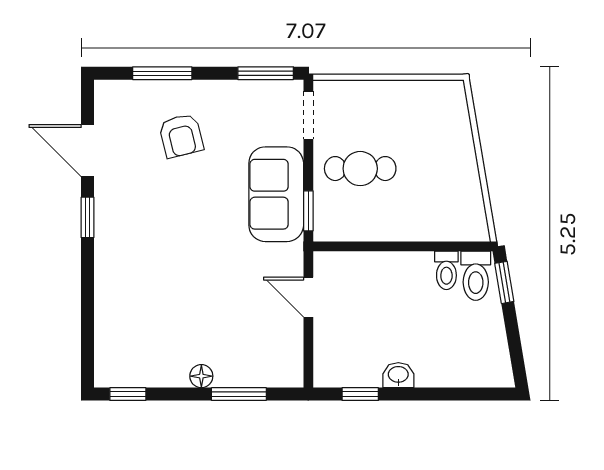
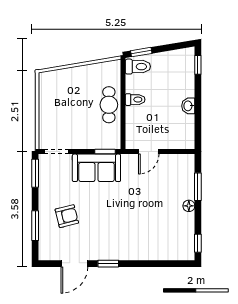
cafe table: (360, 169) -> (109, 105), moved
toilet: (446, 270) -> (135, 100), moved
window: (360, 394) -> (198, 65), moved

